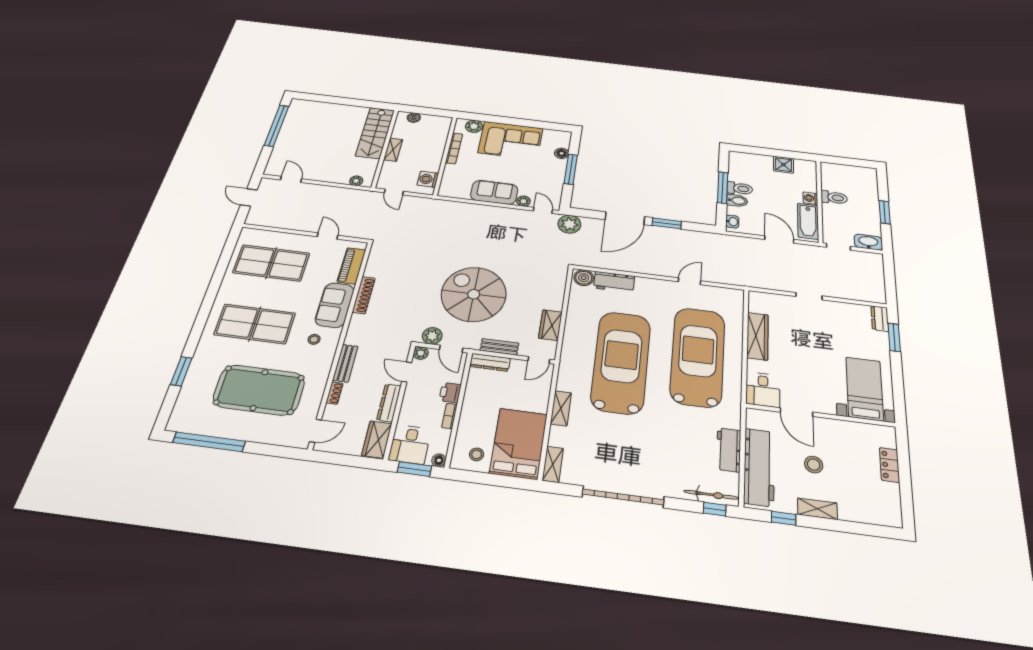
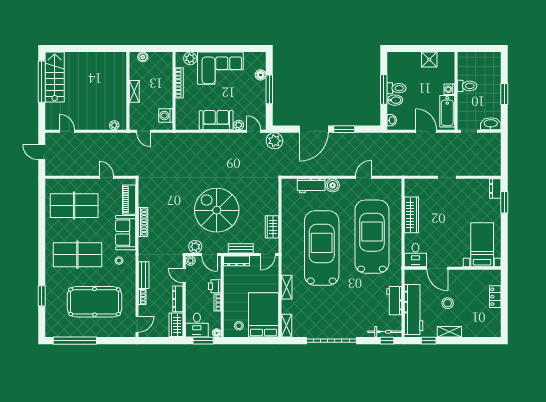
stairs: (375, 133) -> (55, 77), moved, turned 180
boiler: (584, 278) -> (333, 185), moved

